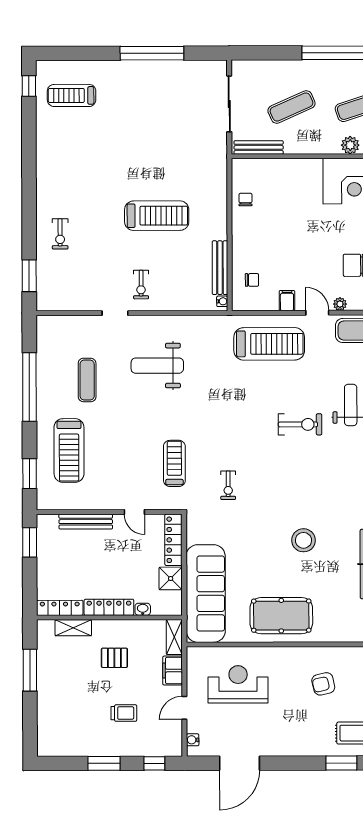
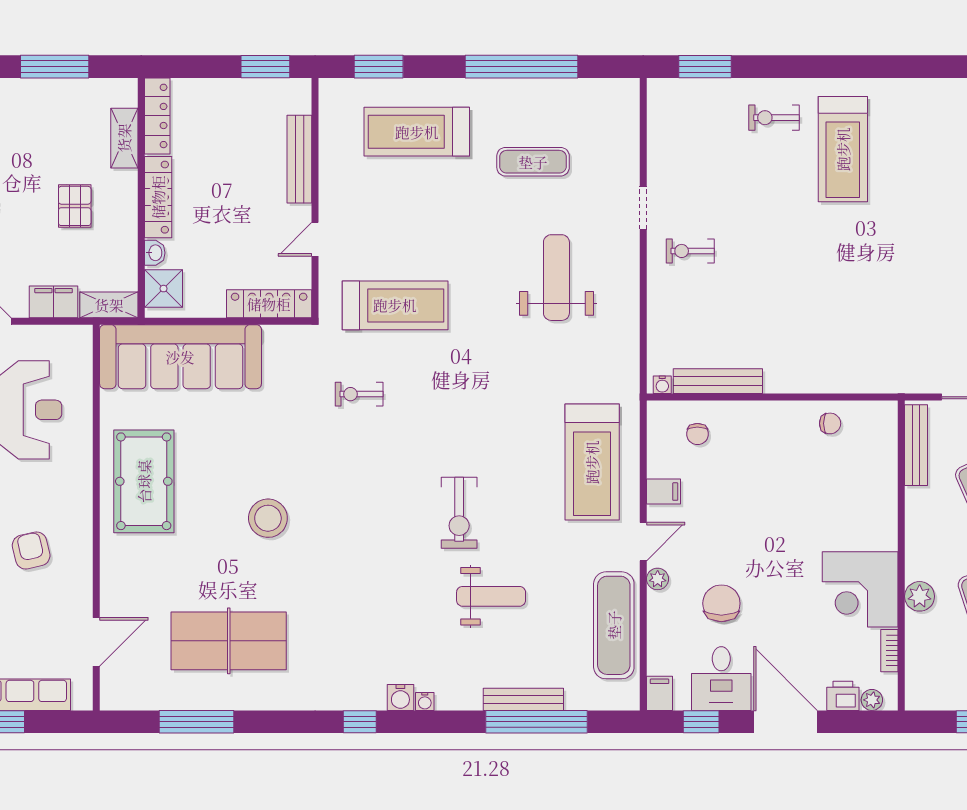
treadmill: (157, 216) -> (843, 149), moved
treadmill: (174, 463) -> (395, 305), width x1.37, depth x1.38
shower: (171, 578) -> (164, 289), moved

